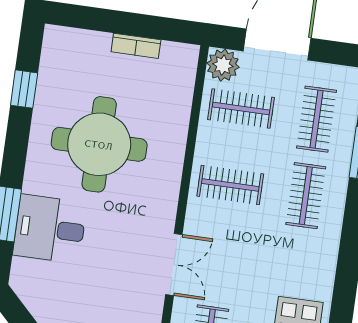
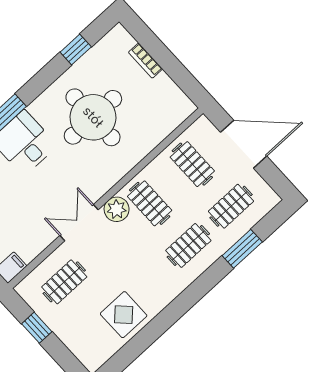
bookcase: (136, 46) -> (145, 61), moved
plant: (223, 65) -> (117, 209), moved
double door: (174, 265) -> (79, 223), swing flipped

